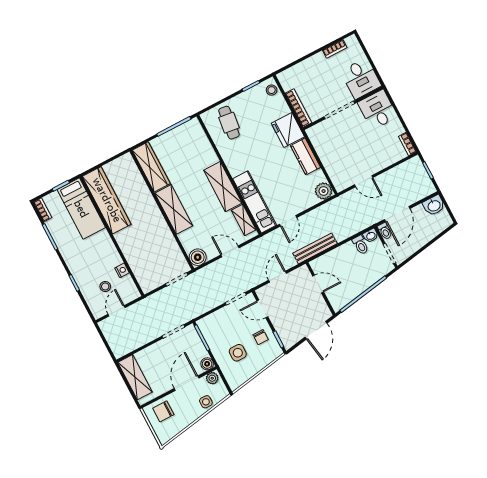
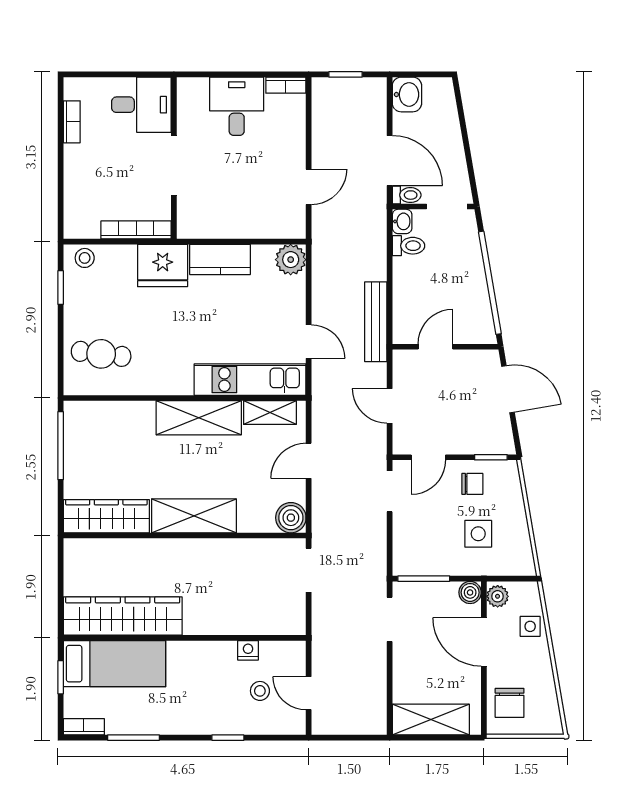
desk: (378, 110) -> (237, 106), moved, turned 90

